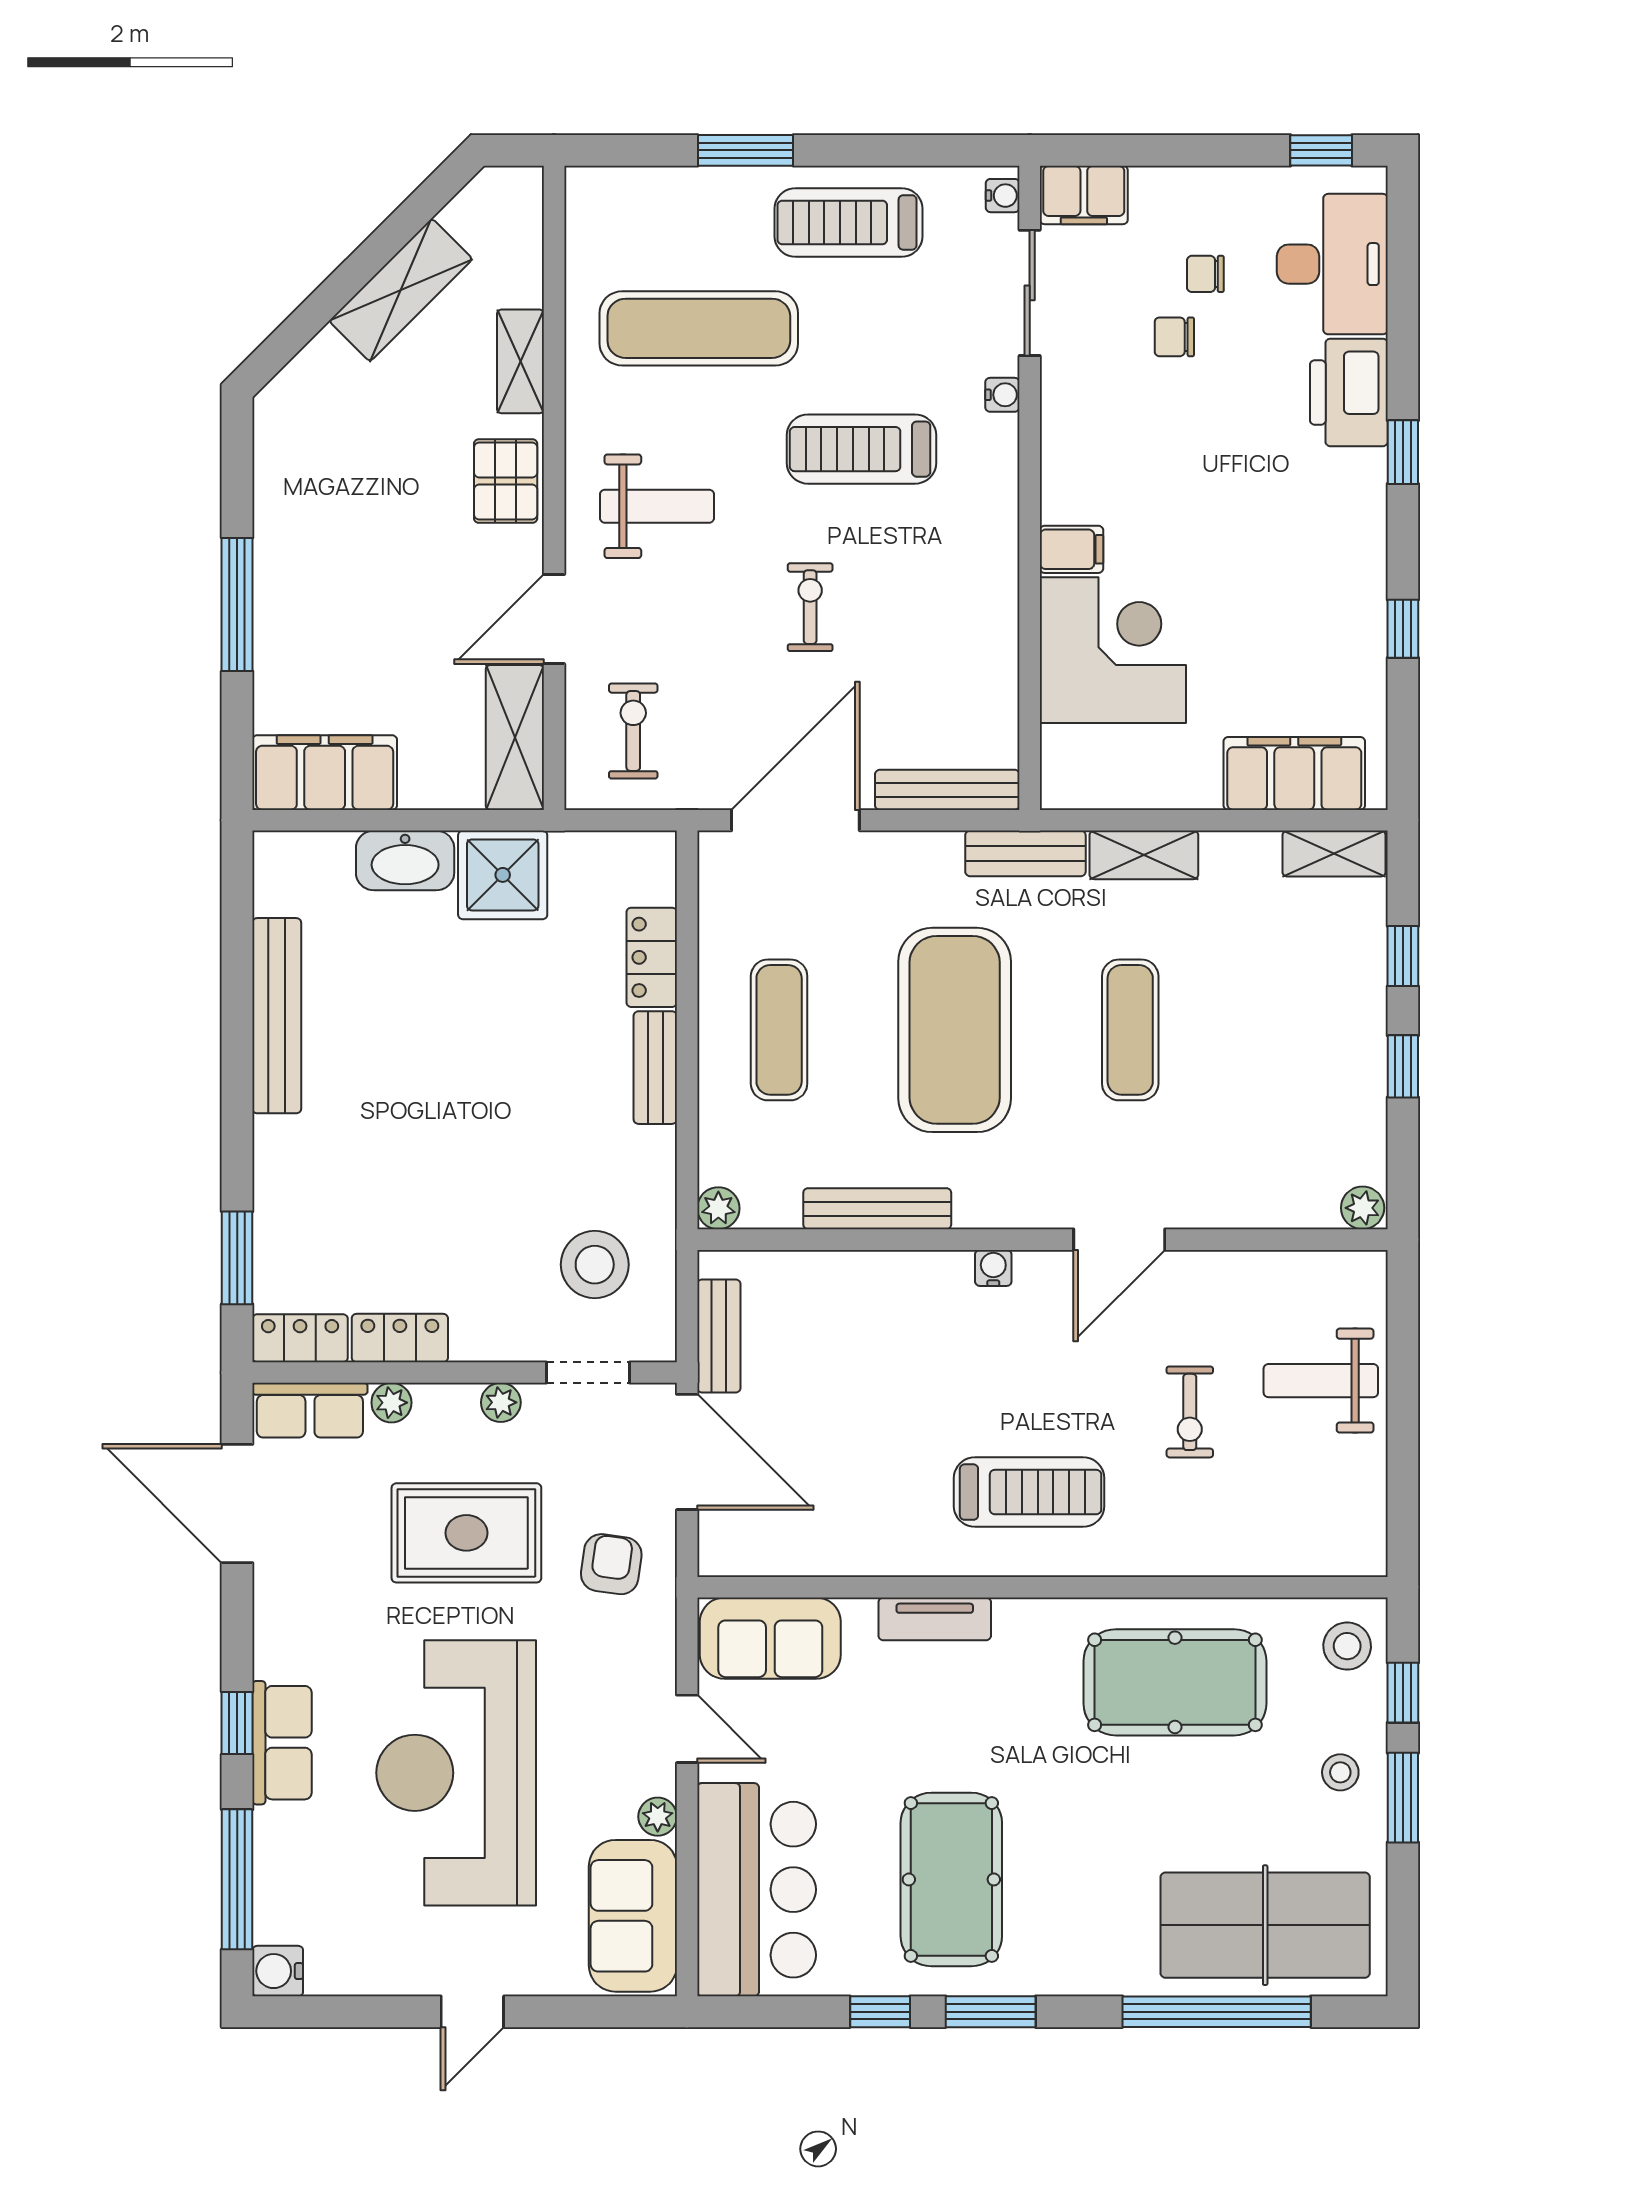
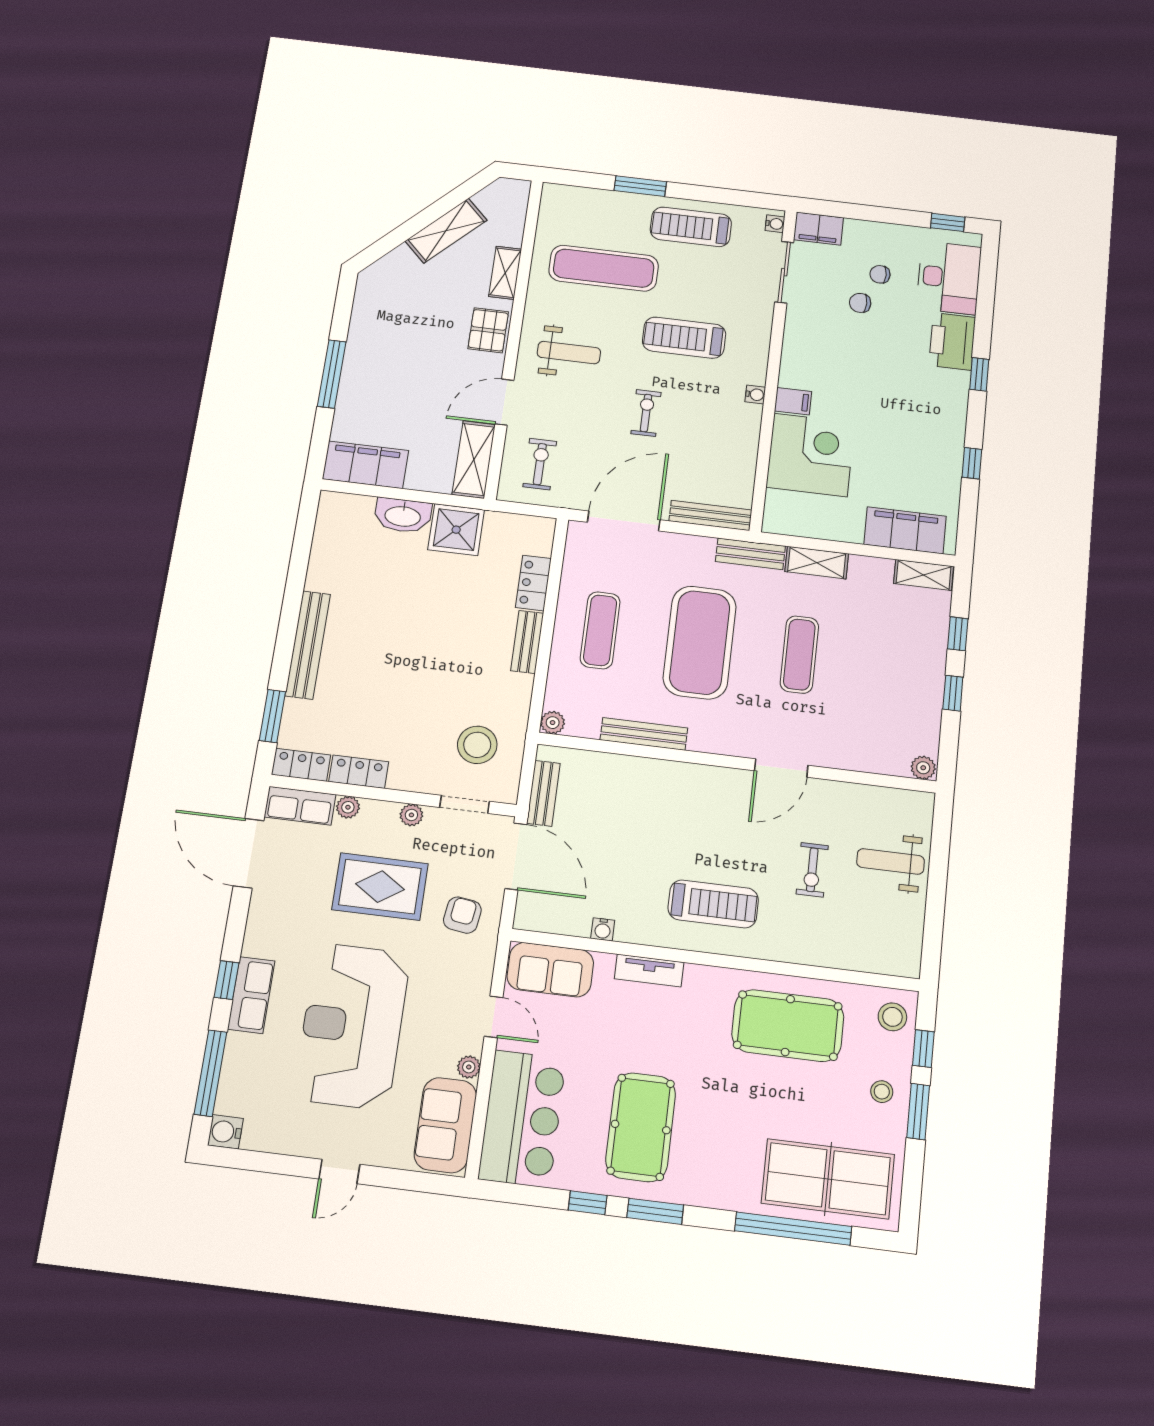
water cooler: (1002, 395) -> (755, 395), moved
bench: (277, 1016) -> (308, 645), moved
water cooler: (993, 1268) -> (603, 929), moved, turned 180

